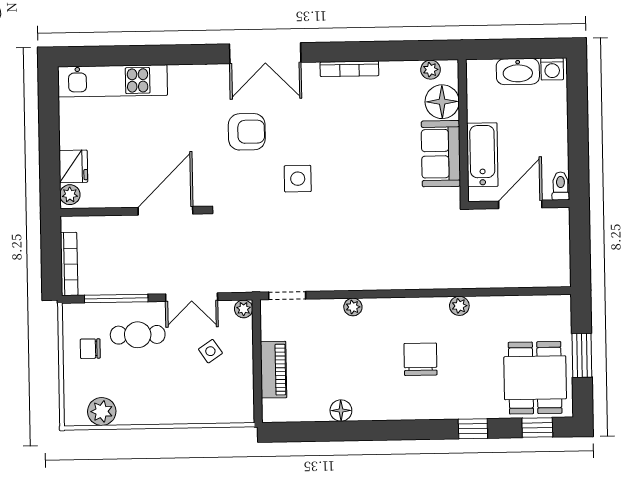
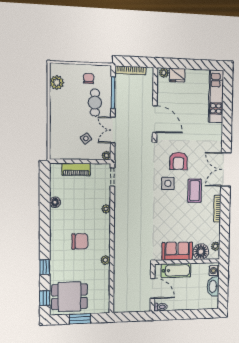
washing machine: (552, 69) -> (214, 271), moved
coffee table: (312, 120) -> (195, 191), added
armchair: (247, 132) -> (178, 161), moved

